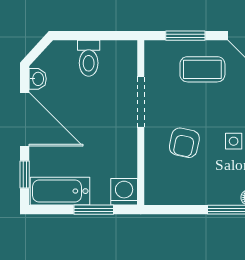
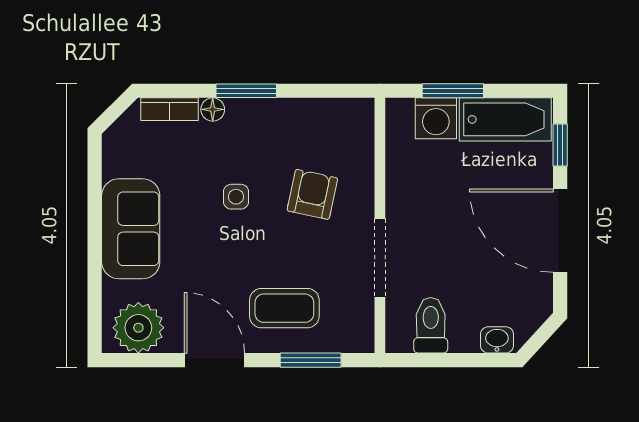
toilet: (89, 58) -> (431, 325), moved
washbasin: (38, 79) -> (497, 340), moved, turned 90
washing machine: (124, 192) -> (436, 118), moved

